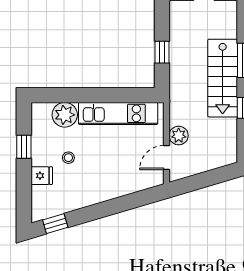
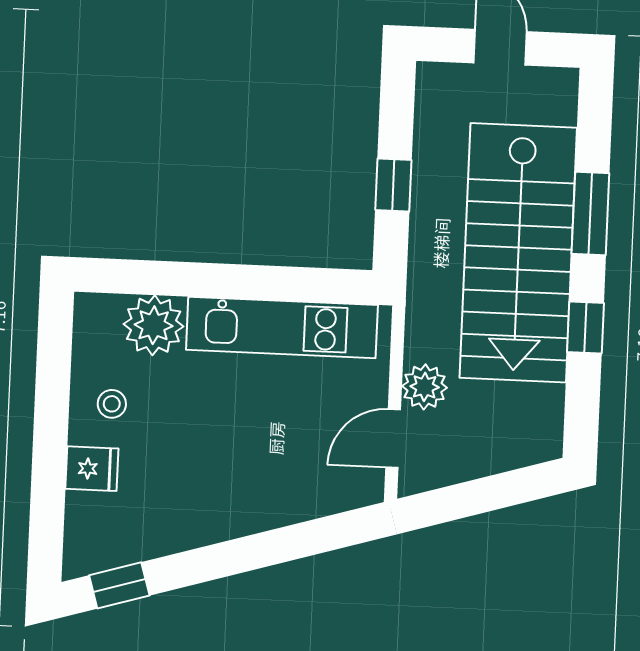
stairs: (223, 78) -> (518, 253), width x1.36, depth x1.51
window: (24, 147) -> (52, 398), removed
stool: (68, 158) -> (112, 404), moved

